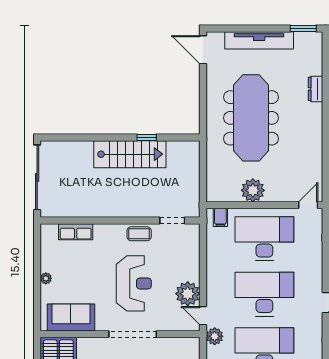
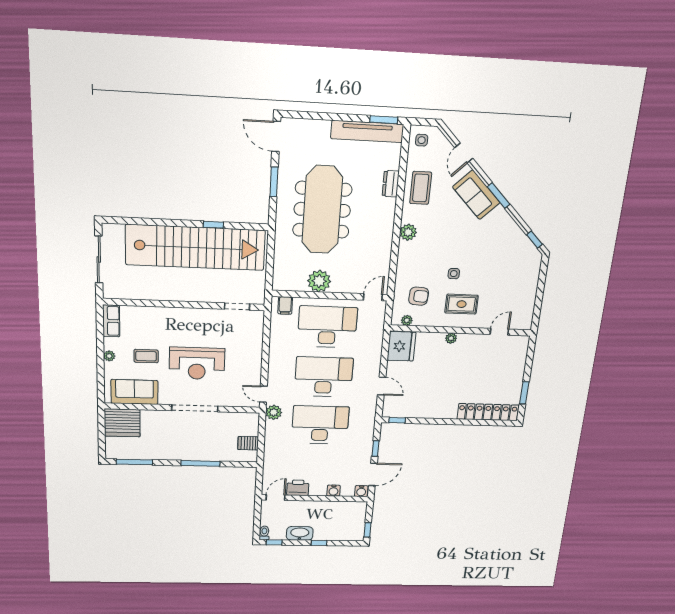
tv unit: (259, 40) -> (367, 131), moved
window: (203, 93) -> (274, 182), added
stairs: (130, 154) -> (195, 247), width x1.86, depth x1.51
sliding door: (37, 177) -> (99, 259), width x0.73
row of seats: (76, 232) -> (111, 321), moved, turned -90
coffee table: (139, 234) -> (146, 356), moved
reception desk: (134, 283) -> (197, 363), turned 90
plant: (188, 294) -> (250, 374), removed

